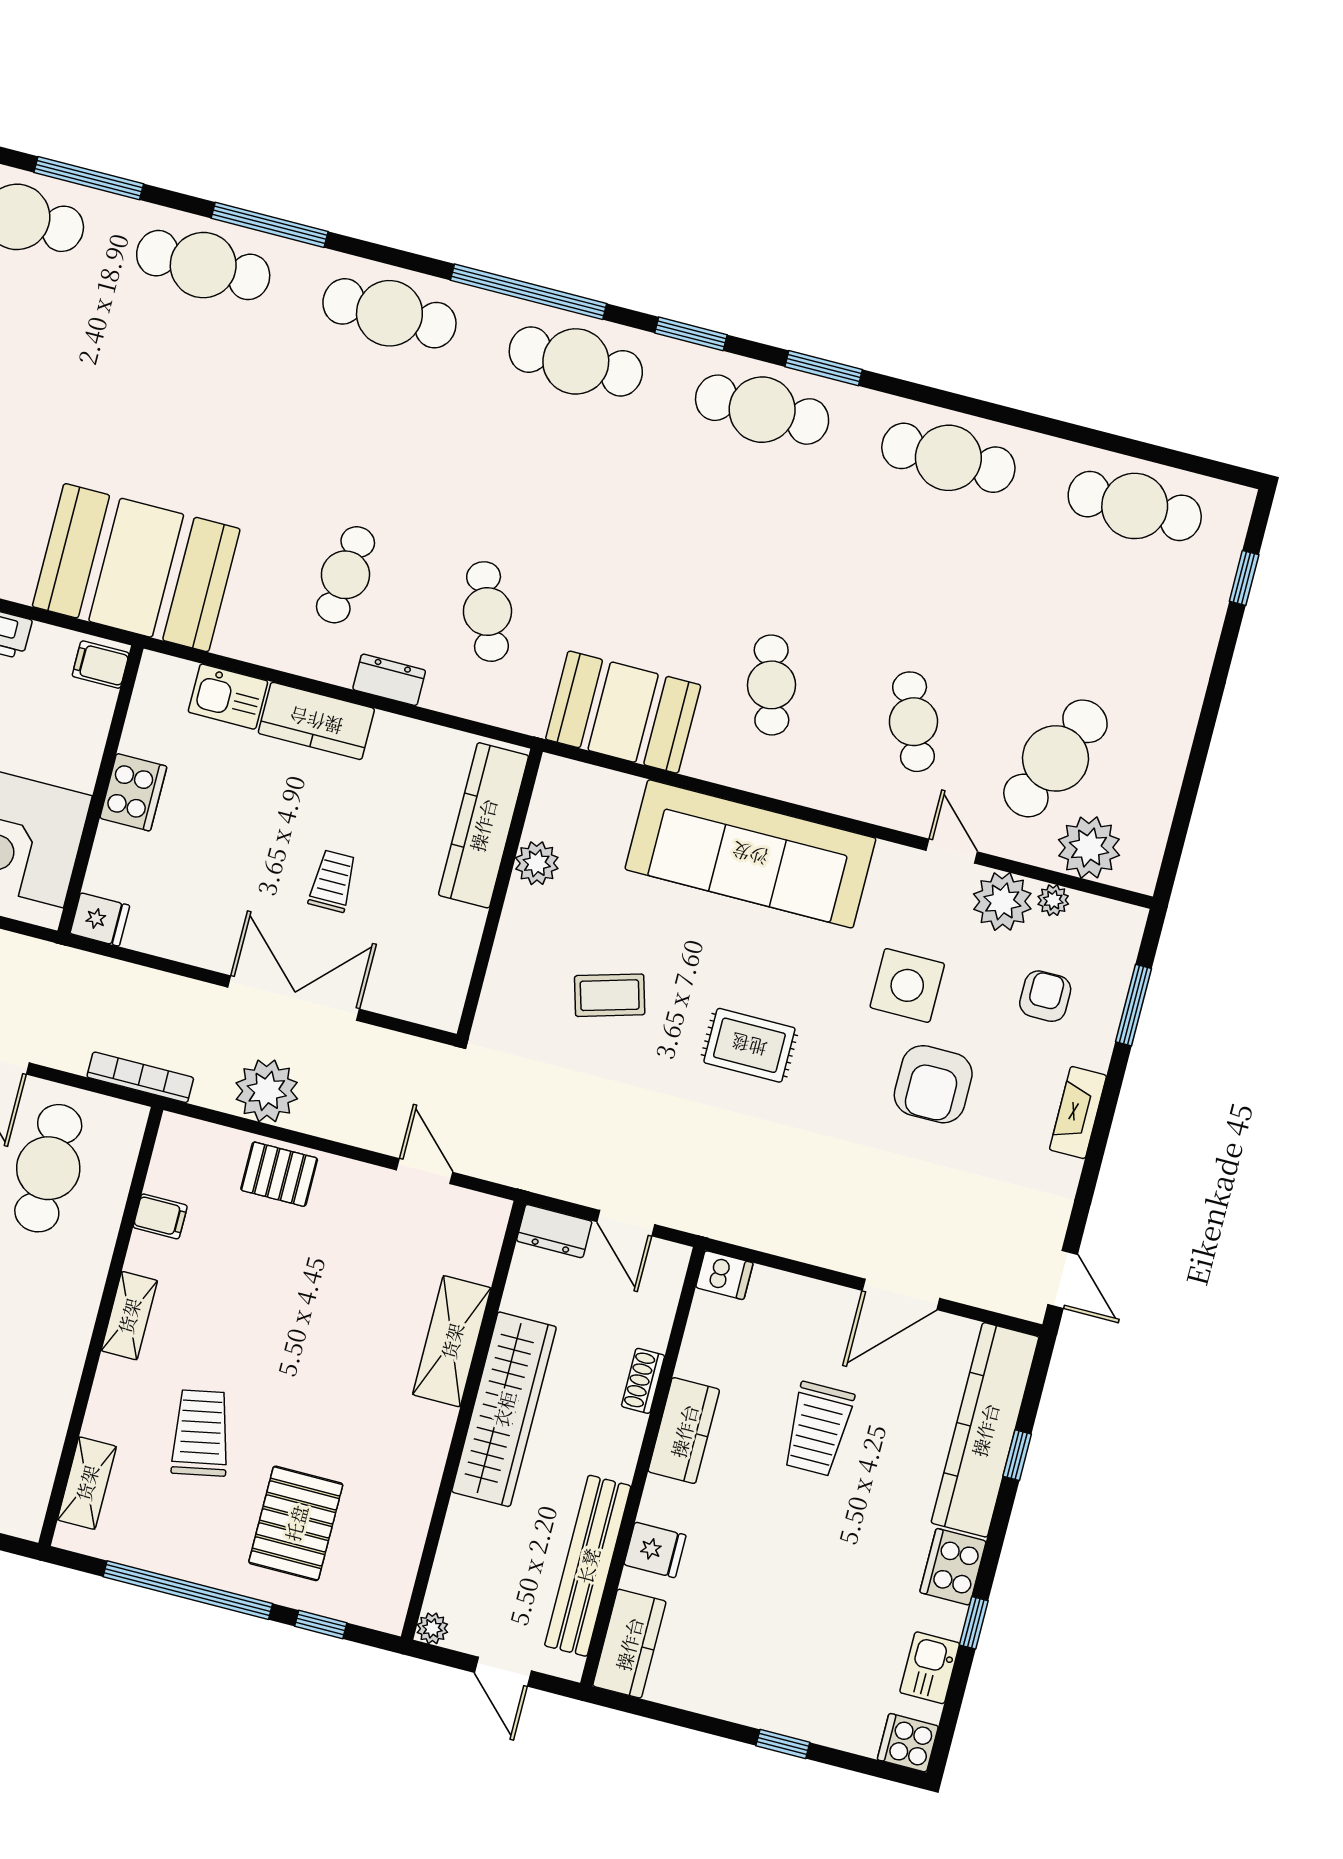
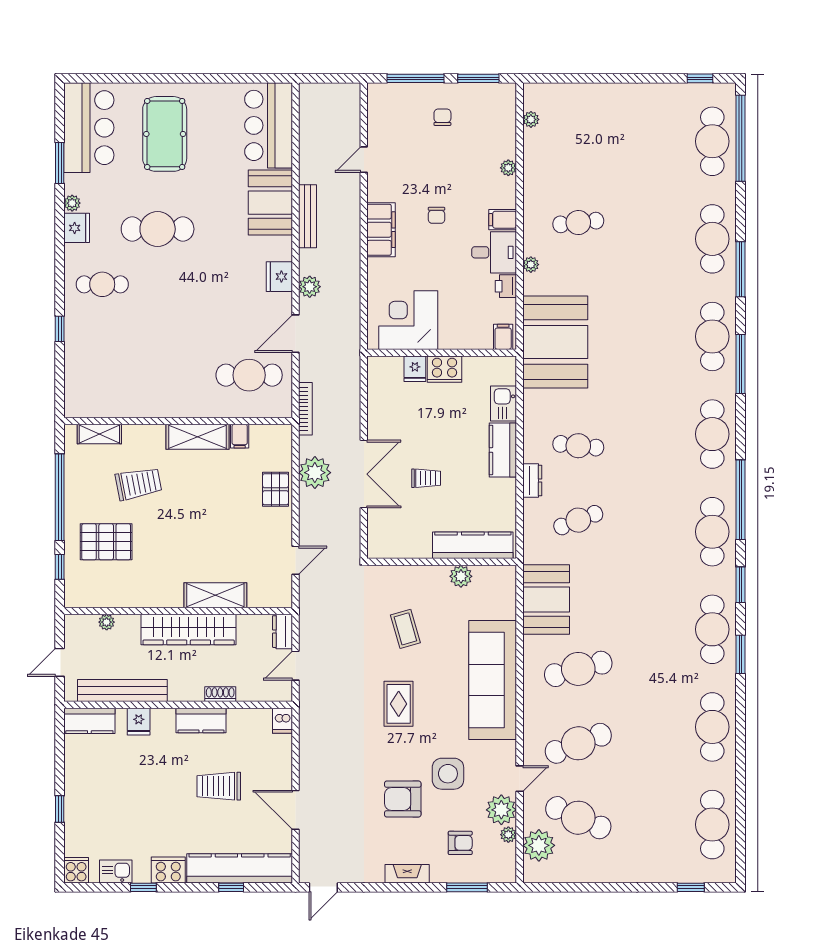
cafe table: (771, 685) -> (578, 669), width x1.37, depth x1.35
cafe table: (913, 722) -> (578, 743), width x1.37, depth x1.35
fridge: (100, 919) -> (415, 369), moved
shelving: (129, 1316) -> (197, 437), width x1.50, depth x1.33
plant: (432, 1628) -> (107, 622), moved

